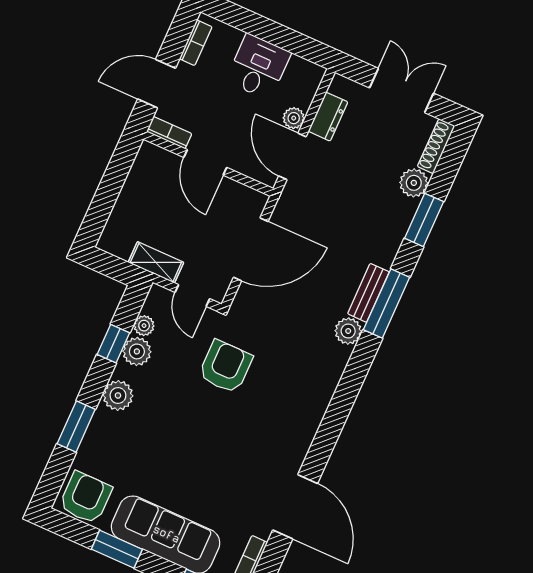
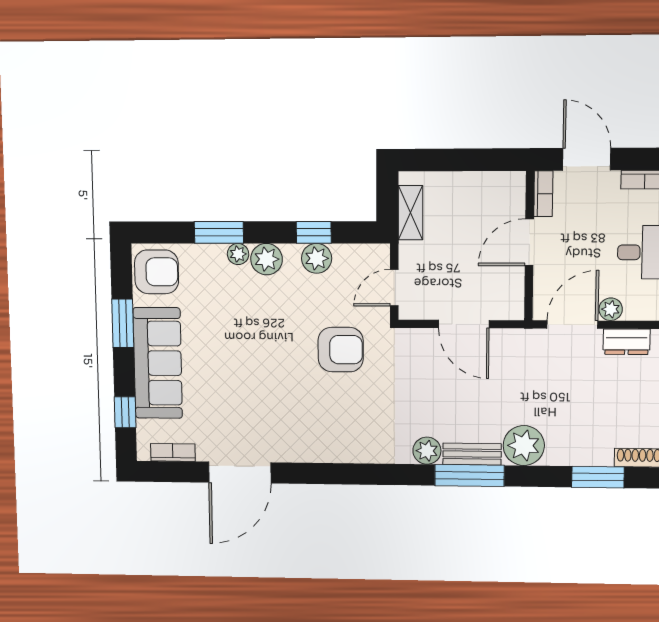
plant: (414, 183) -> (524, 446), moved, width x1.36, depth x1.36
window: (424, 220) -> (598, 477), moved
door: (251, 249) -> (464, 324), width x0.73
shelving: (156, 262) -> (410, 213), moved
plant: (144, 326) -> (238, 254), moved

